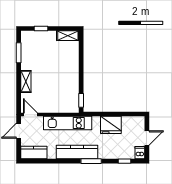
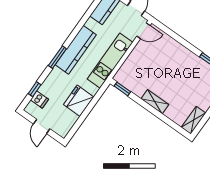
shelving: (26, 81) -> (155, 102), moved
dishwasher: (140, 153) -> (39, 100), moved

